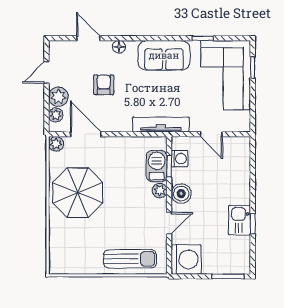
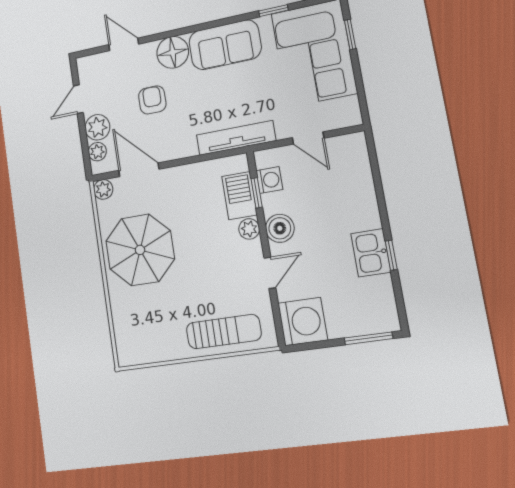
floor lamp: (119, 47) -> (173, 52), width x1.89, depth x1.89

